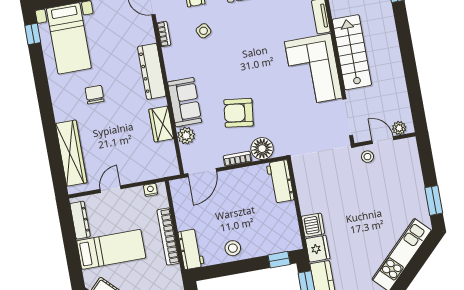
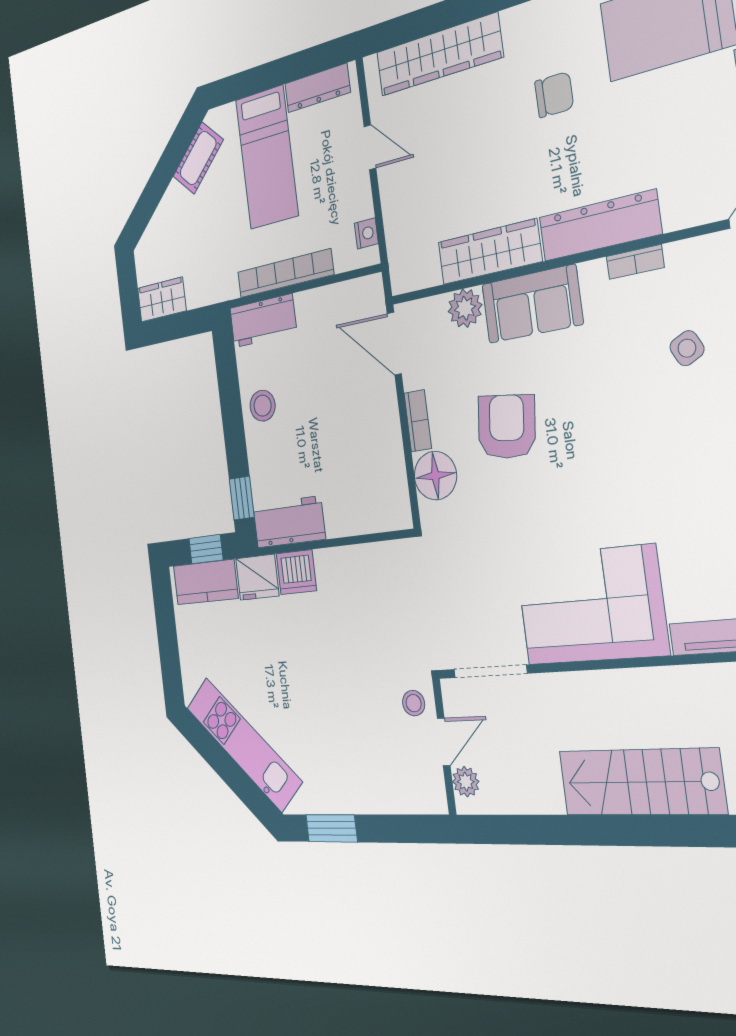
bookcase: (164, 34) -> (635, 262), moved
stairs: (352, 52) -> (641, 782), moved, turned 180
wardrobe: (161, 124) -> (489, 252), width x1.50
workbench: (280, 181) -> (289, 522), moved

